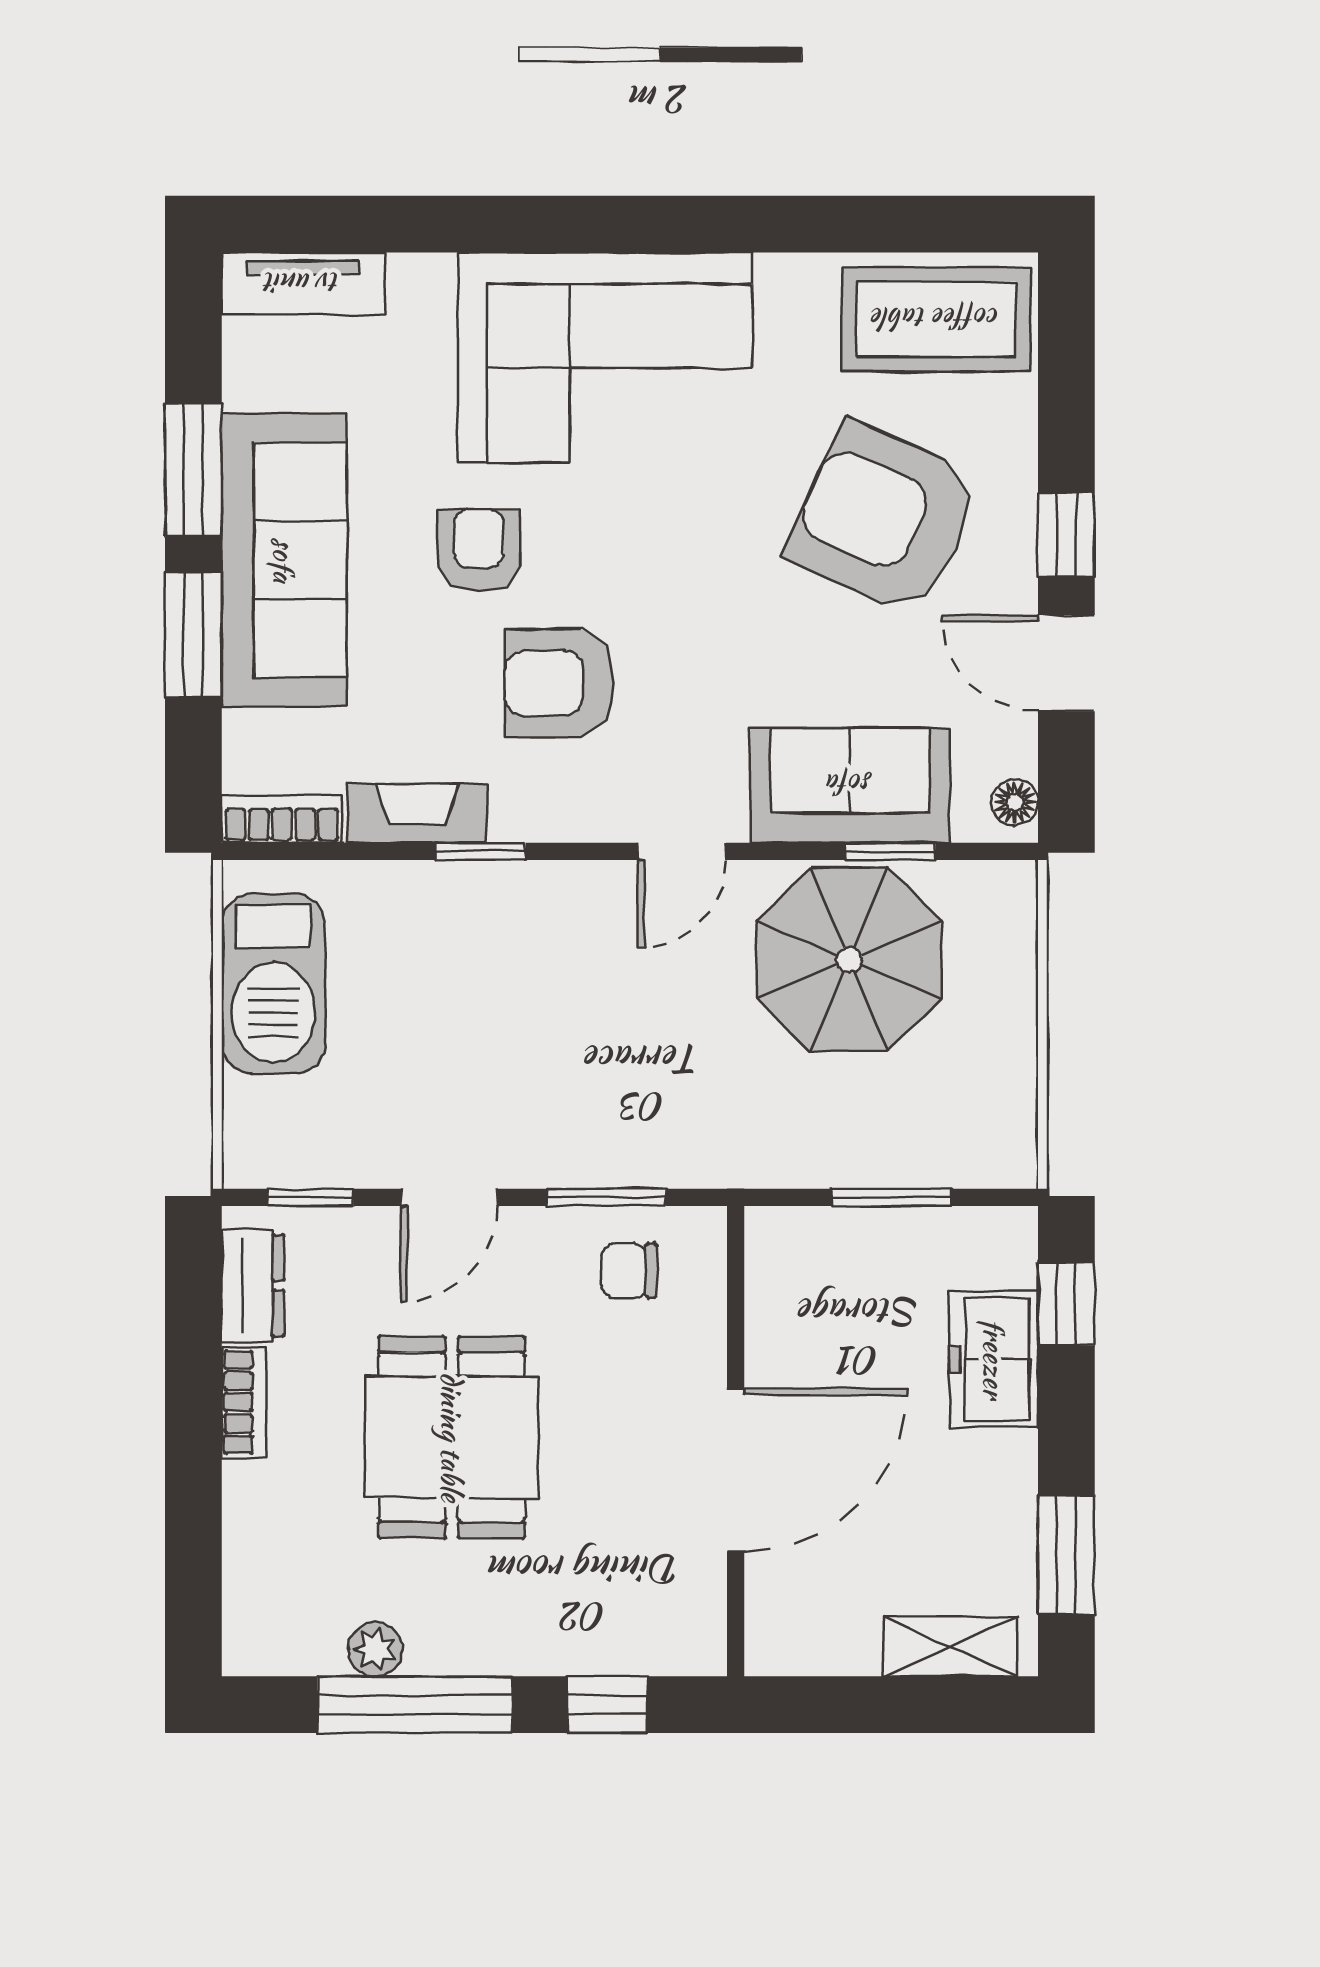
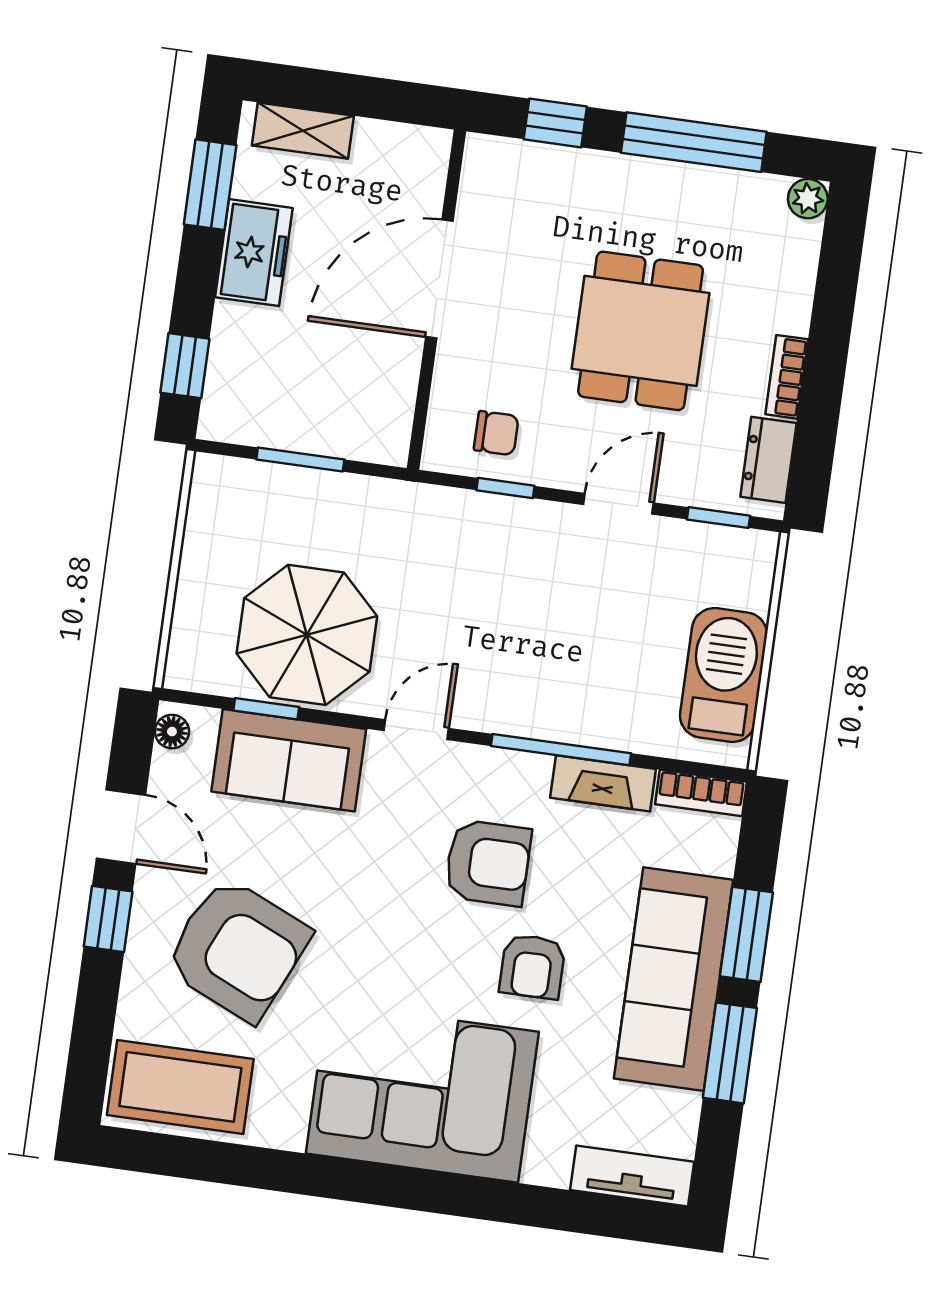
window: (481, 851) -> (561, 750), width x2.17
window: (606, 1197) -> (505, 488), width x0.67
freezer: (994, 1359) -> (254, 253), moved
plant: (375, 1649) -> (808, 199), moved

